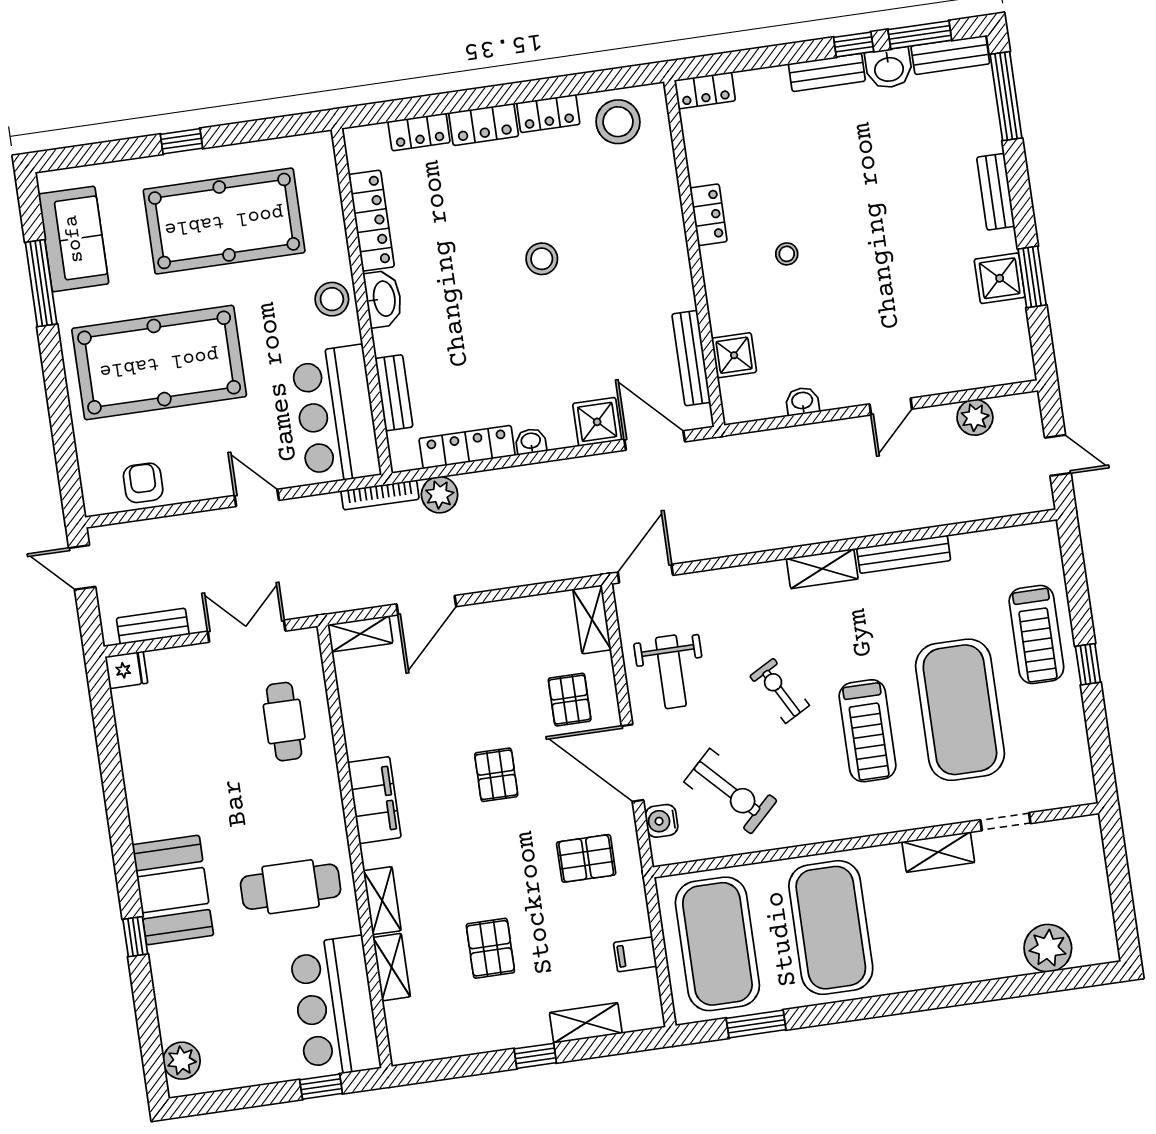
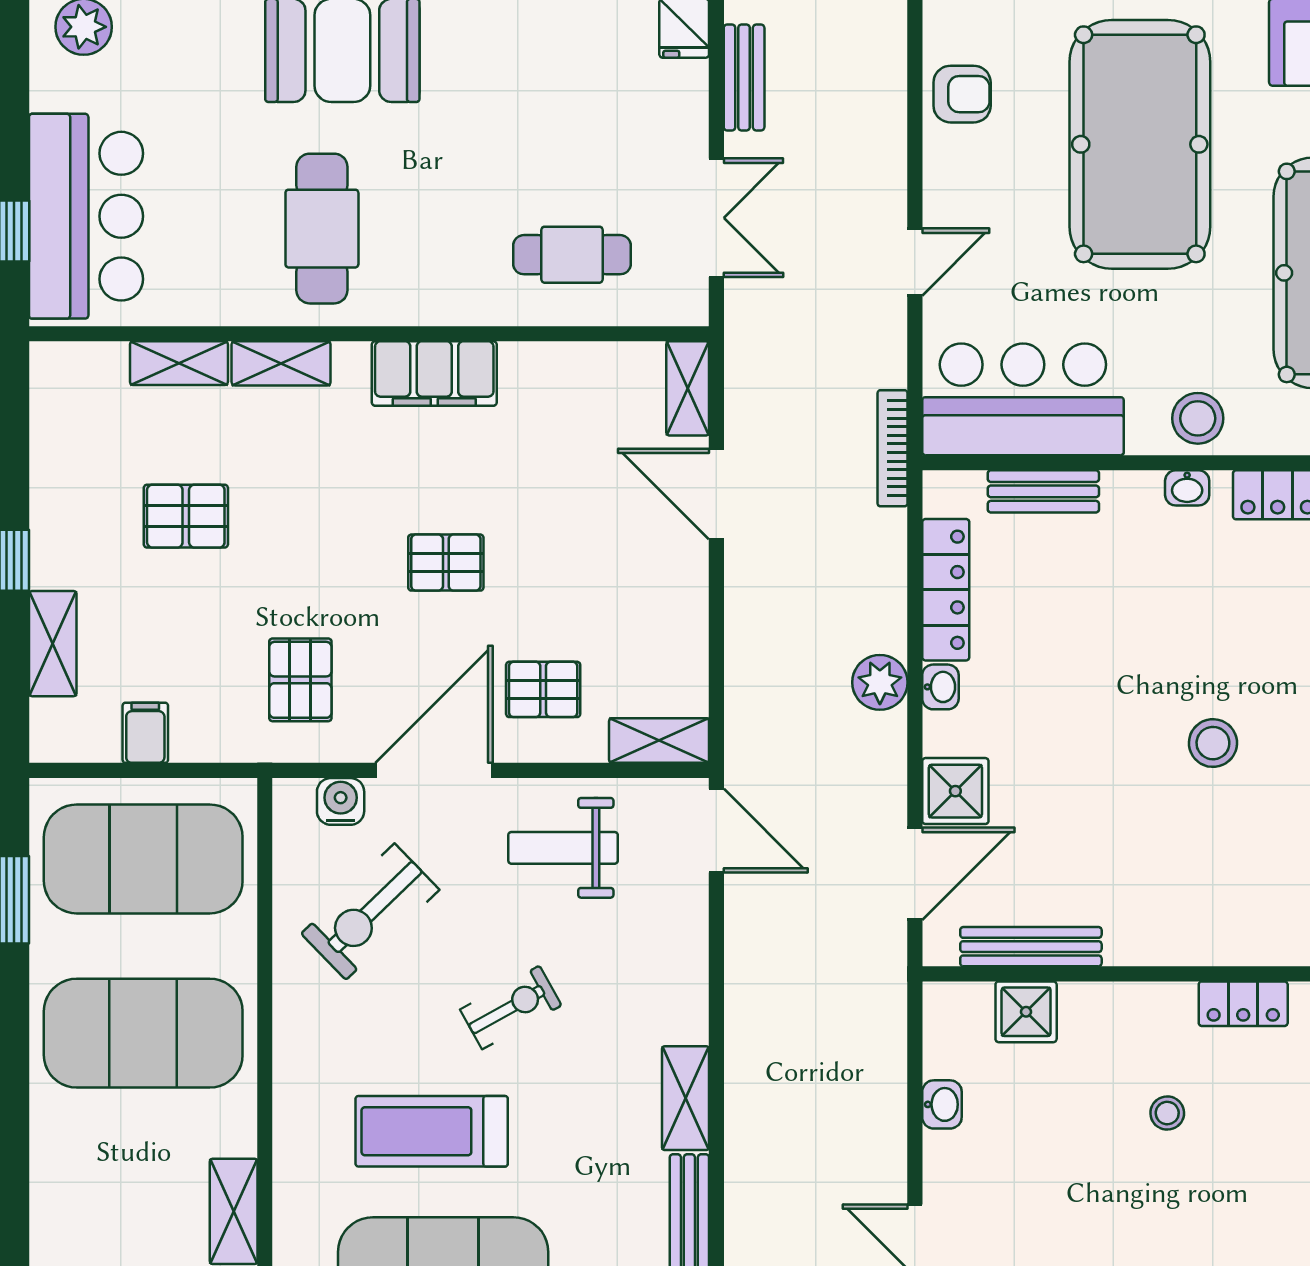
washbasin: (383, 299) -> (1187, 488), width x0.52, depth x0.69
plant: (440, 495) -> (880, 682), moved
bar counter: (335, 1007) -> (86, 216), moved, turned 90

